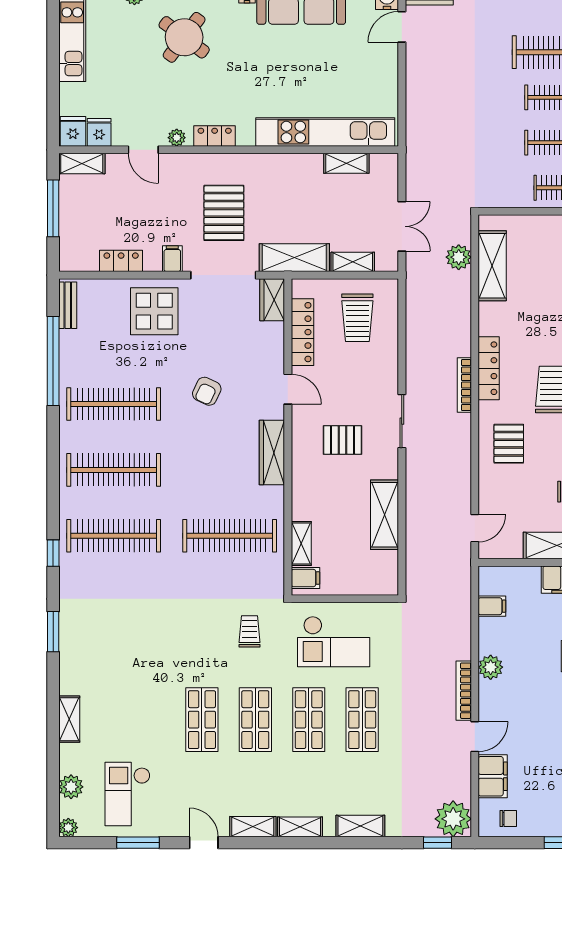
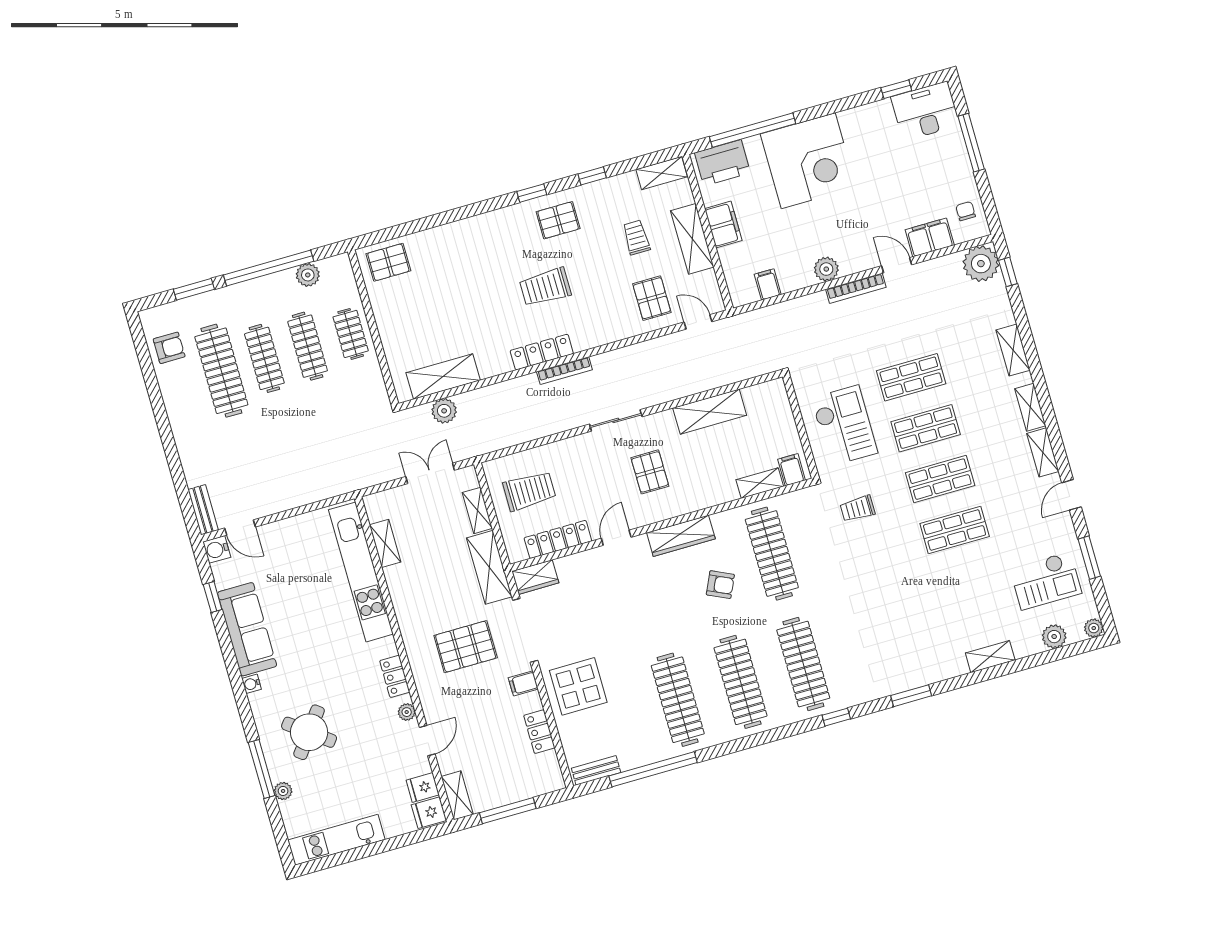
armchair: (207, 391) -> (720, 585), moved
pallet: (509, 444) -> (652, 298), moved, turned 90

